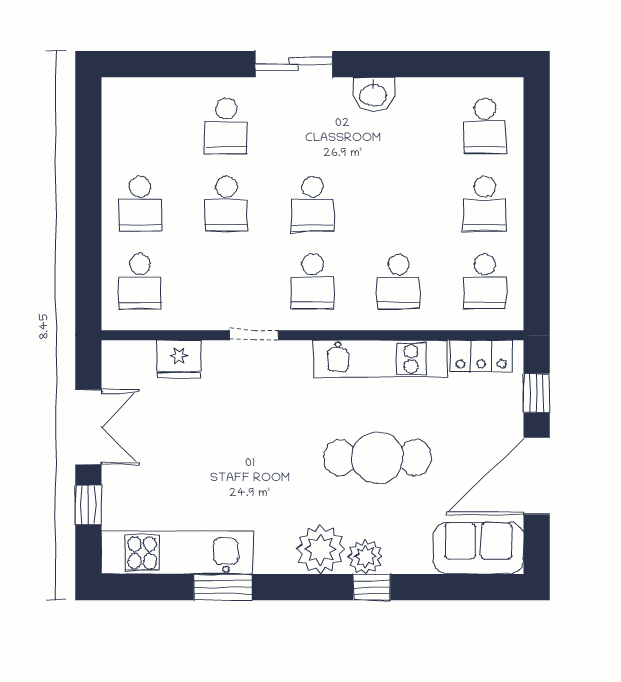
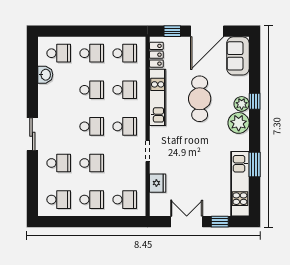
washbasin: (373, 94) -> (45, 75), moved
school desk: (140, 126) -> (59, 200), added
school desk: (399, 204) -> (92, 90), added
door: (537, 476) -> (207, 31), hinge flipped

